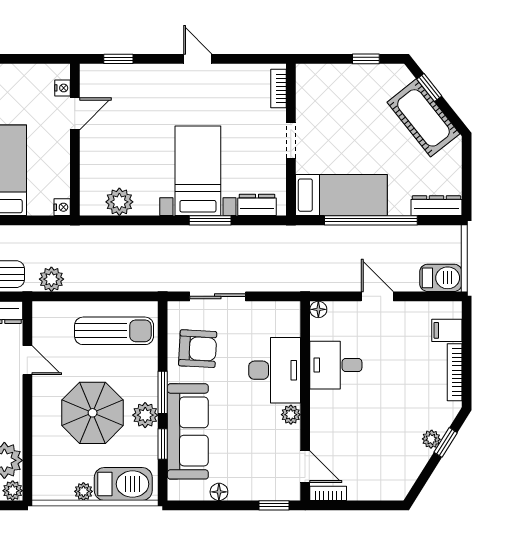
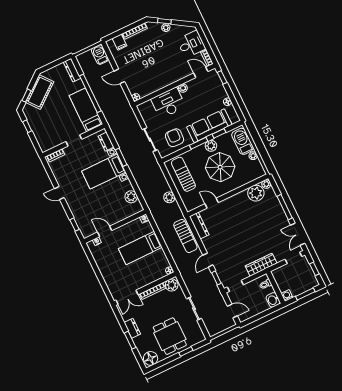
door: (198, 59) -> (59, 193), hinge flipped
plant: (51, 279) -> (169, 197), moved
door: (377, 296) -> (119, 76), hinge flipped
door: (27, 360) -> (212, 203), hinge flipped
desk: (336, 365) -> (191, 44), moved, turned -90
door: (305, 467) -> (201, 72), hinge flipped

